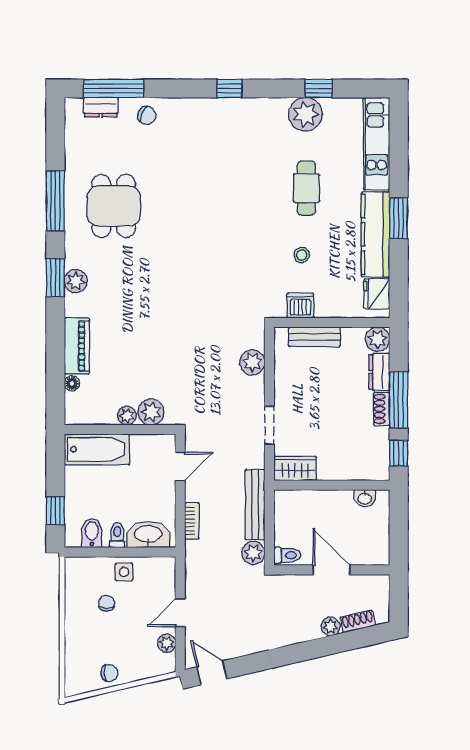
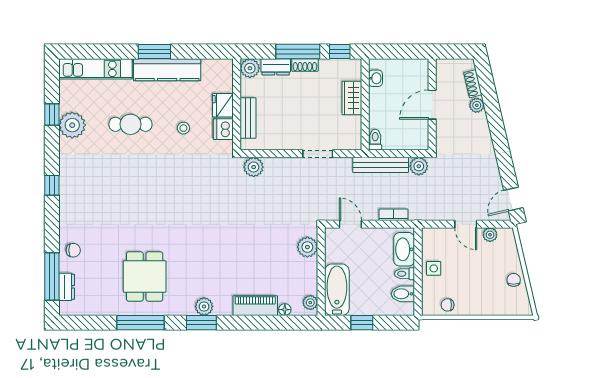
chair: (147, 115) -> (73, 250), turned 67
dining table: (114, 206) -> (145, 276), turned 90
fridge: (377, 294) -> (223, 105), moved, turned 90
plant: (252, 362) -> (254, 167), moved
plant: (127, 416) -> (310, 303), moved
wardrobe: (295, 468) -> (352, 98), moved
window: (55, 511) -> (362, 323), moved
toilet: (287, 555) -> (375, 140), moved
chair: (107, 603) -> (447, 305), moved

